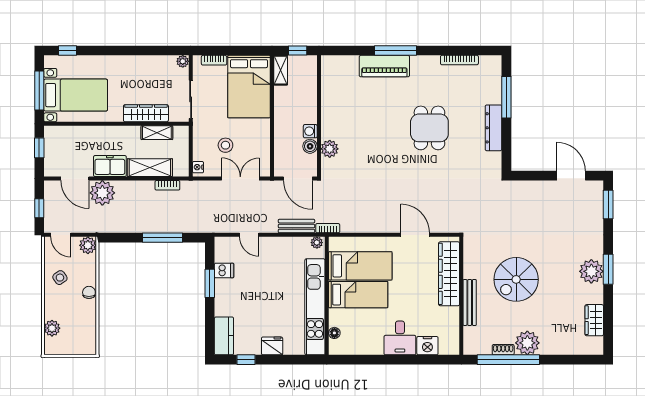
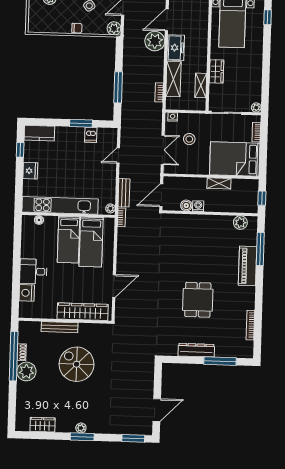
window: (395, 51) -> (260, 249), moved
shelving: (281, 70) -> (219, 183), moved
wardrobe: (146, 113) -> (217, 71), width x0.67
dining table: (429, 128) -> (198, 300), turned 90
plant: (330, 149) -> (240, 223), moved
plant: (591, 271) -> (81, 428), width x0.53, depth x0.53

